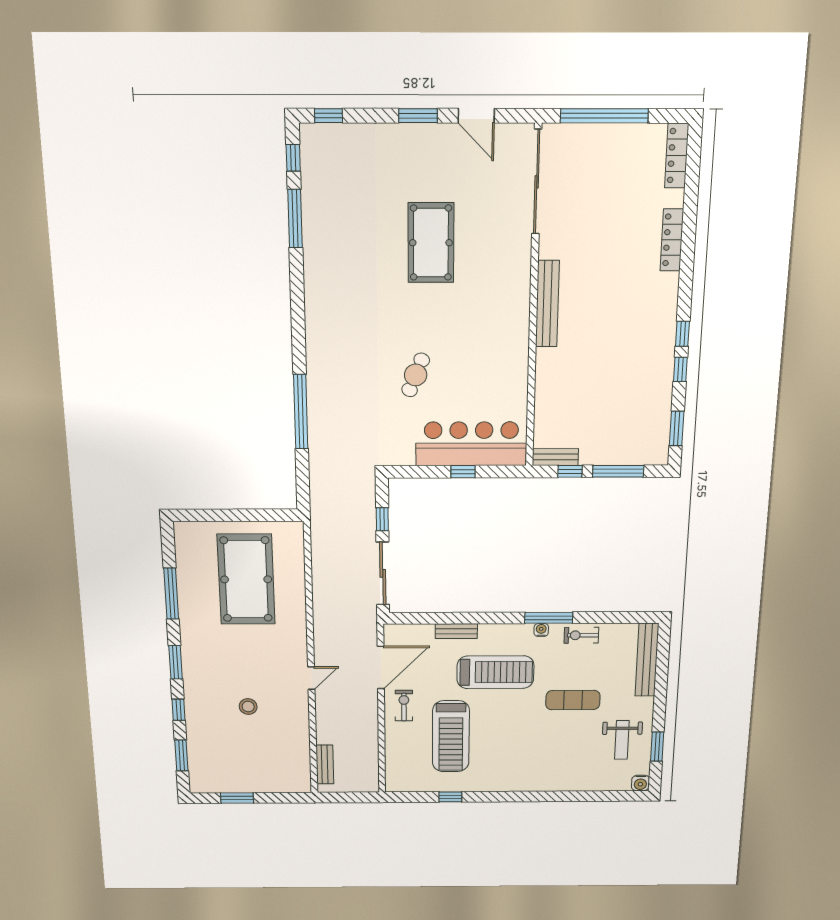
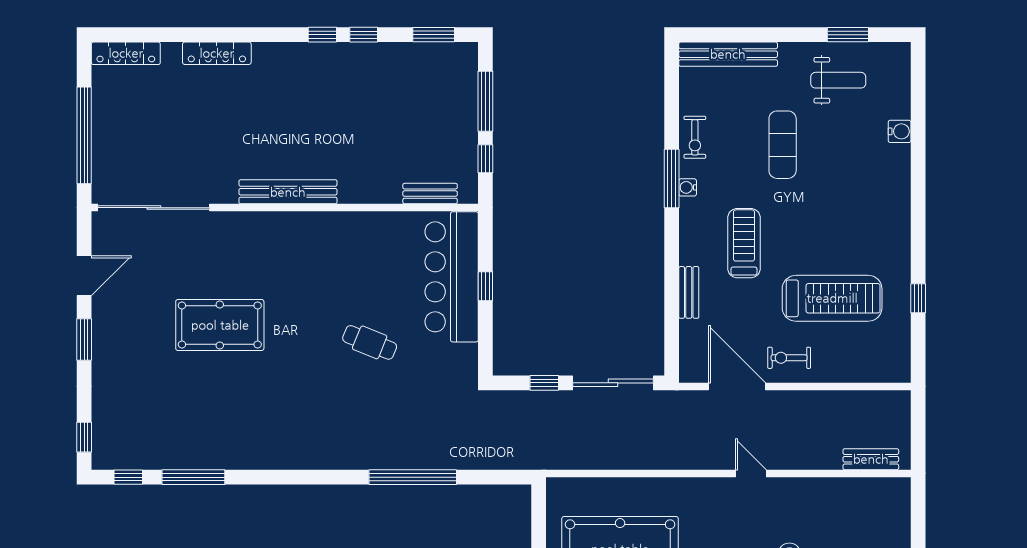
bench: (555, 457) -> (430, 194), moved, turned 90
treadmill: (495, 672) -> (744, 243), width x0.73, depth x0.73
water cooler: (640, 783) -> (900, 131), moved

